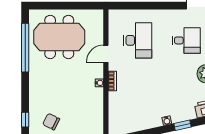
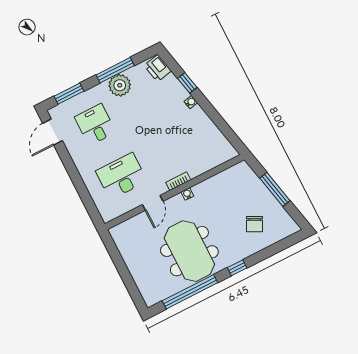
meeting table: (59, 37) -> (189, 251), moved
door: (106, 54) -> (153, 203), hinge flipped
window: (25, 120) -> (237, 268), moved

